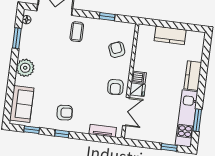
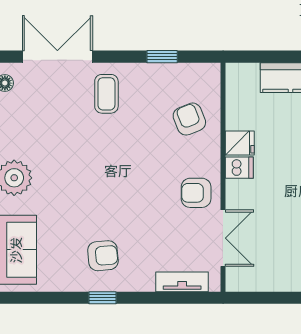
armchair: (115, 87) -> (196, 193), turned 93
fridge: (137, 90) -> (240, 143), moved
window: (32, 130) -> (43, 298), removed

